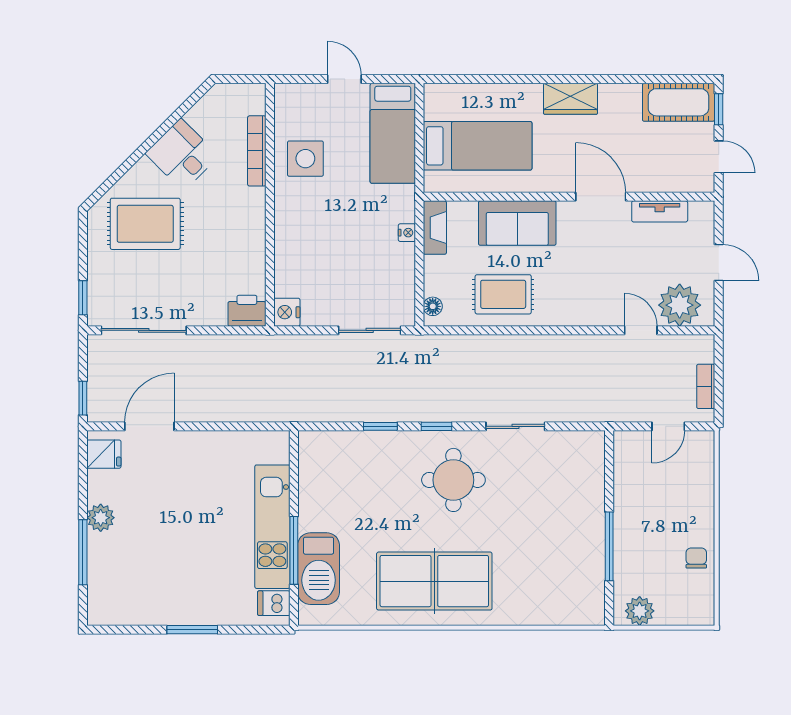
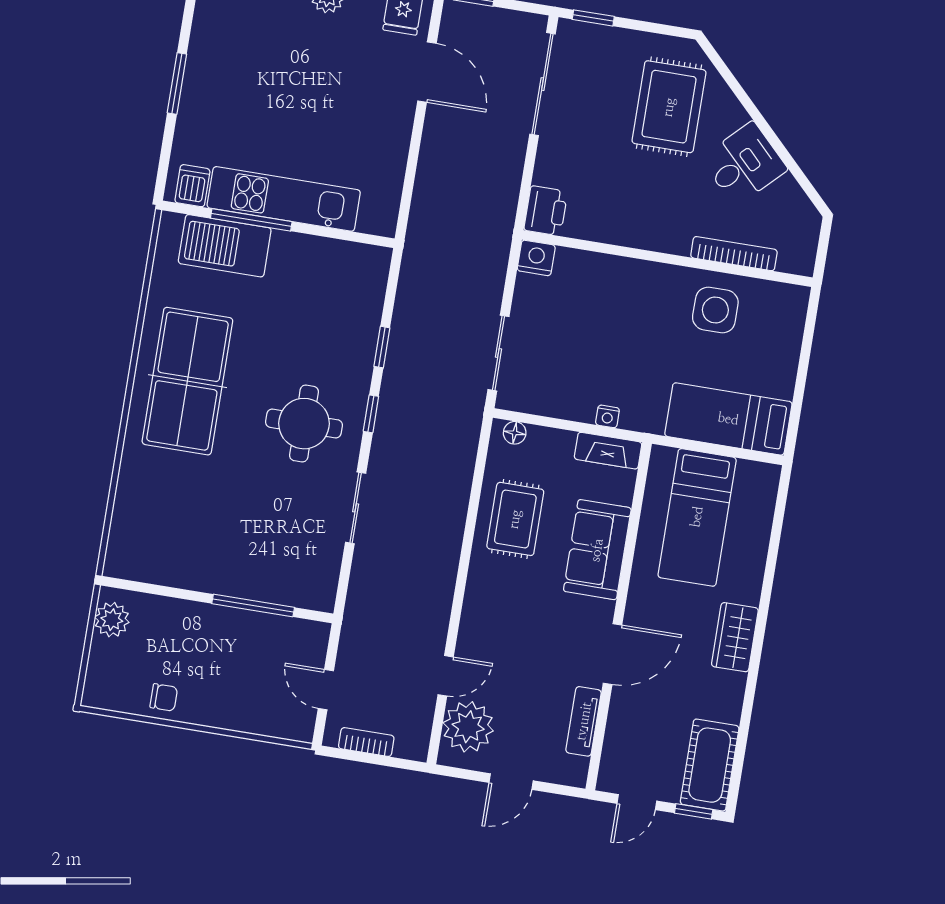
door: (344, 79) -> (802, 372), removed
window: (609, 546) -> (253, 605), moved

